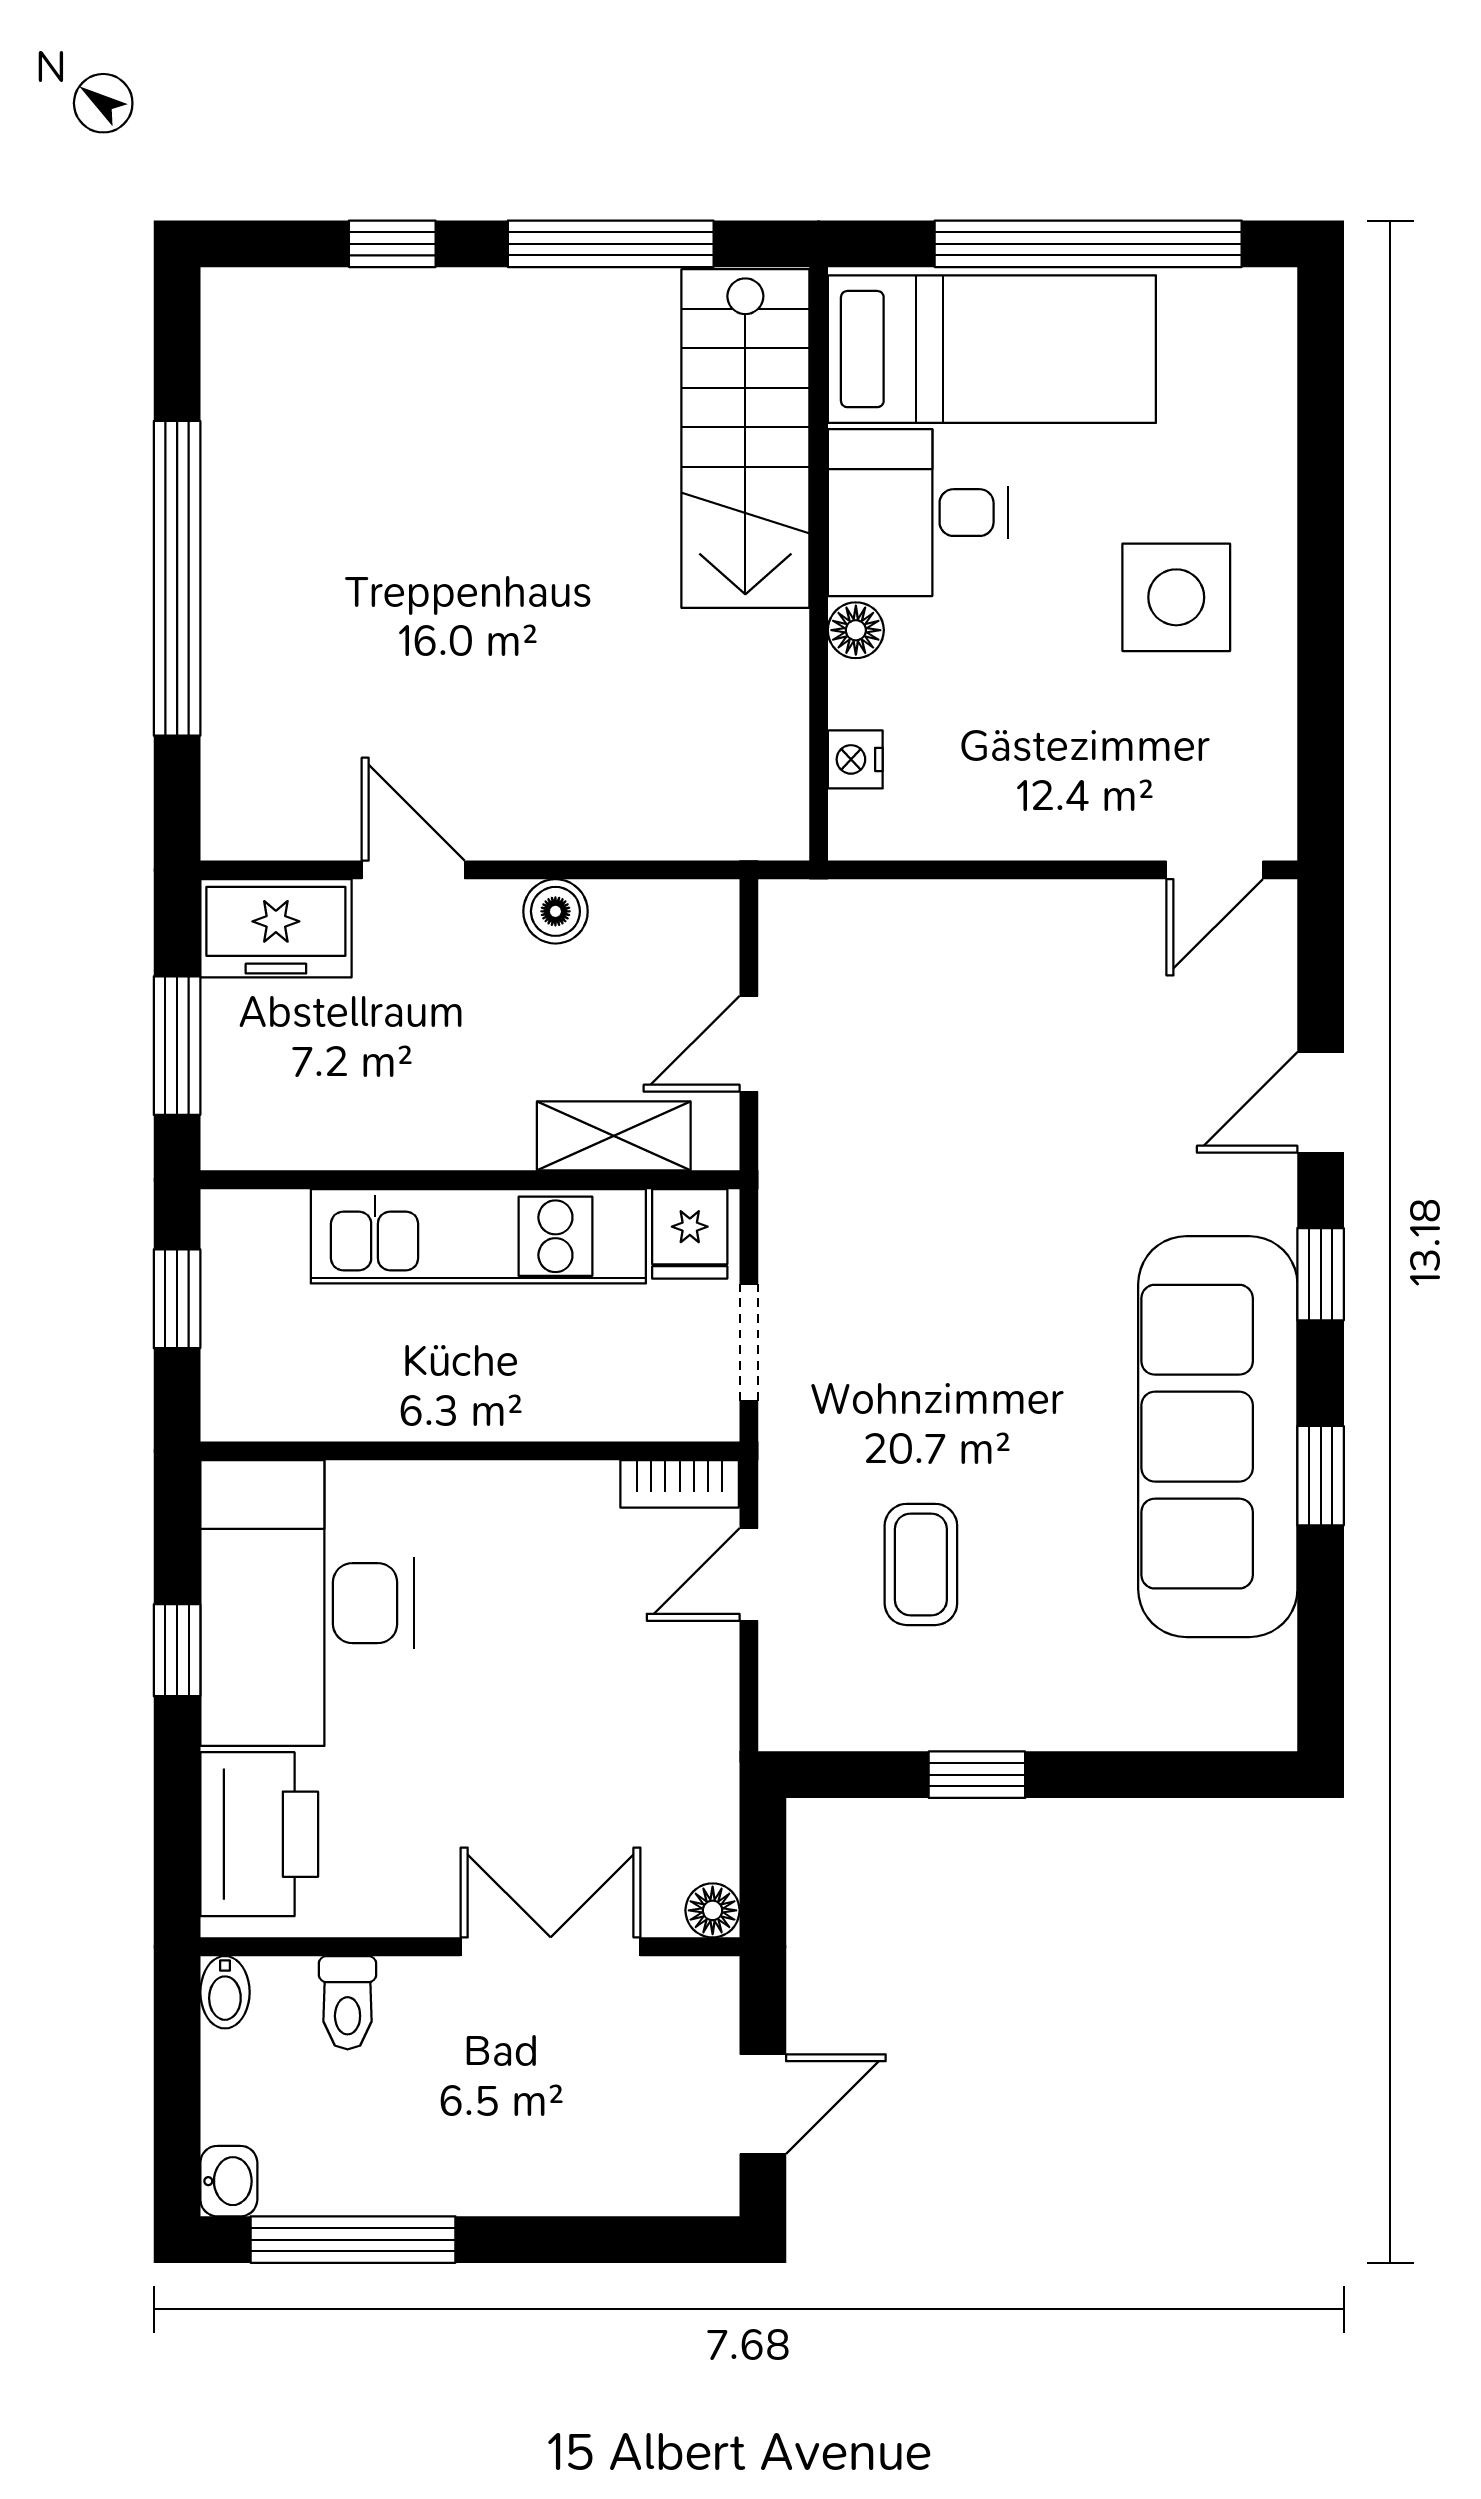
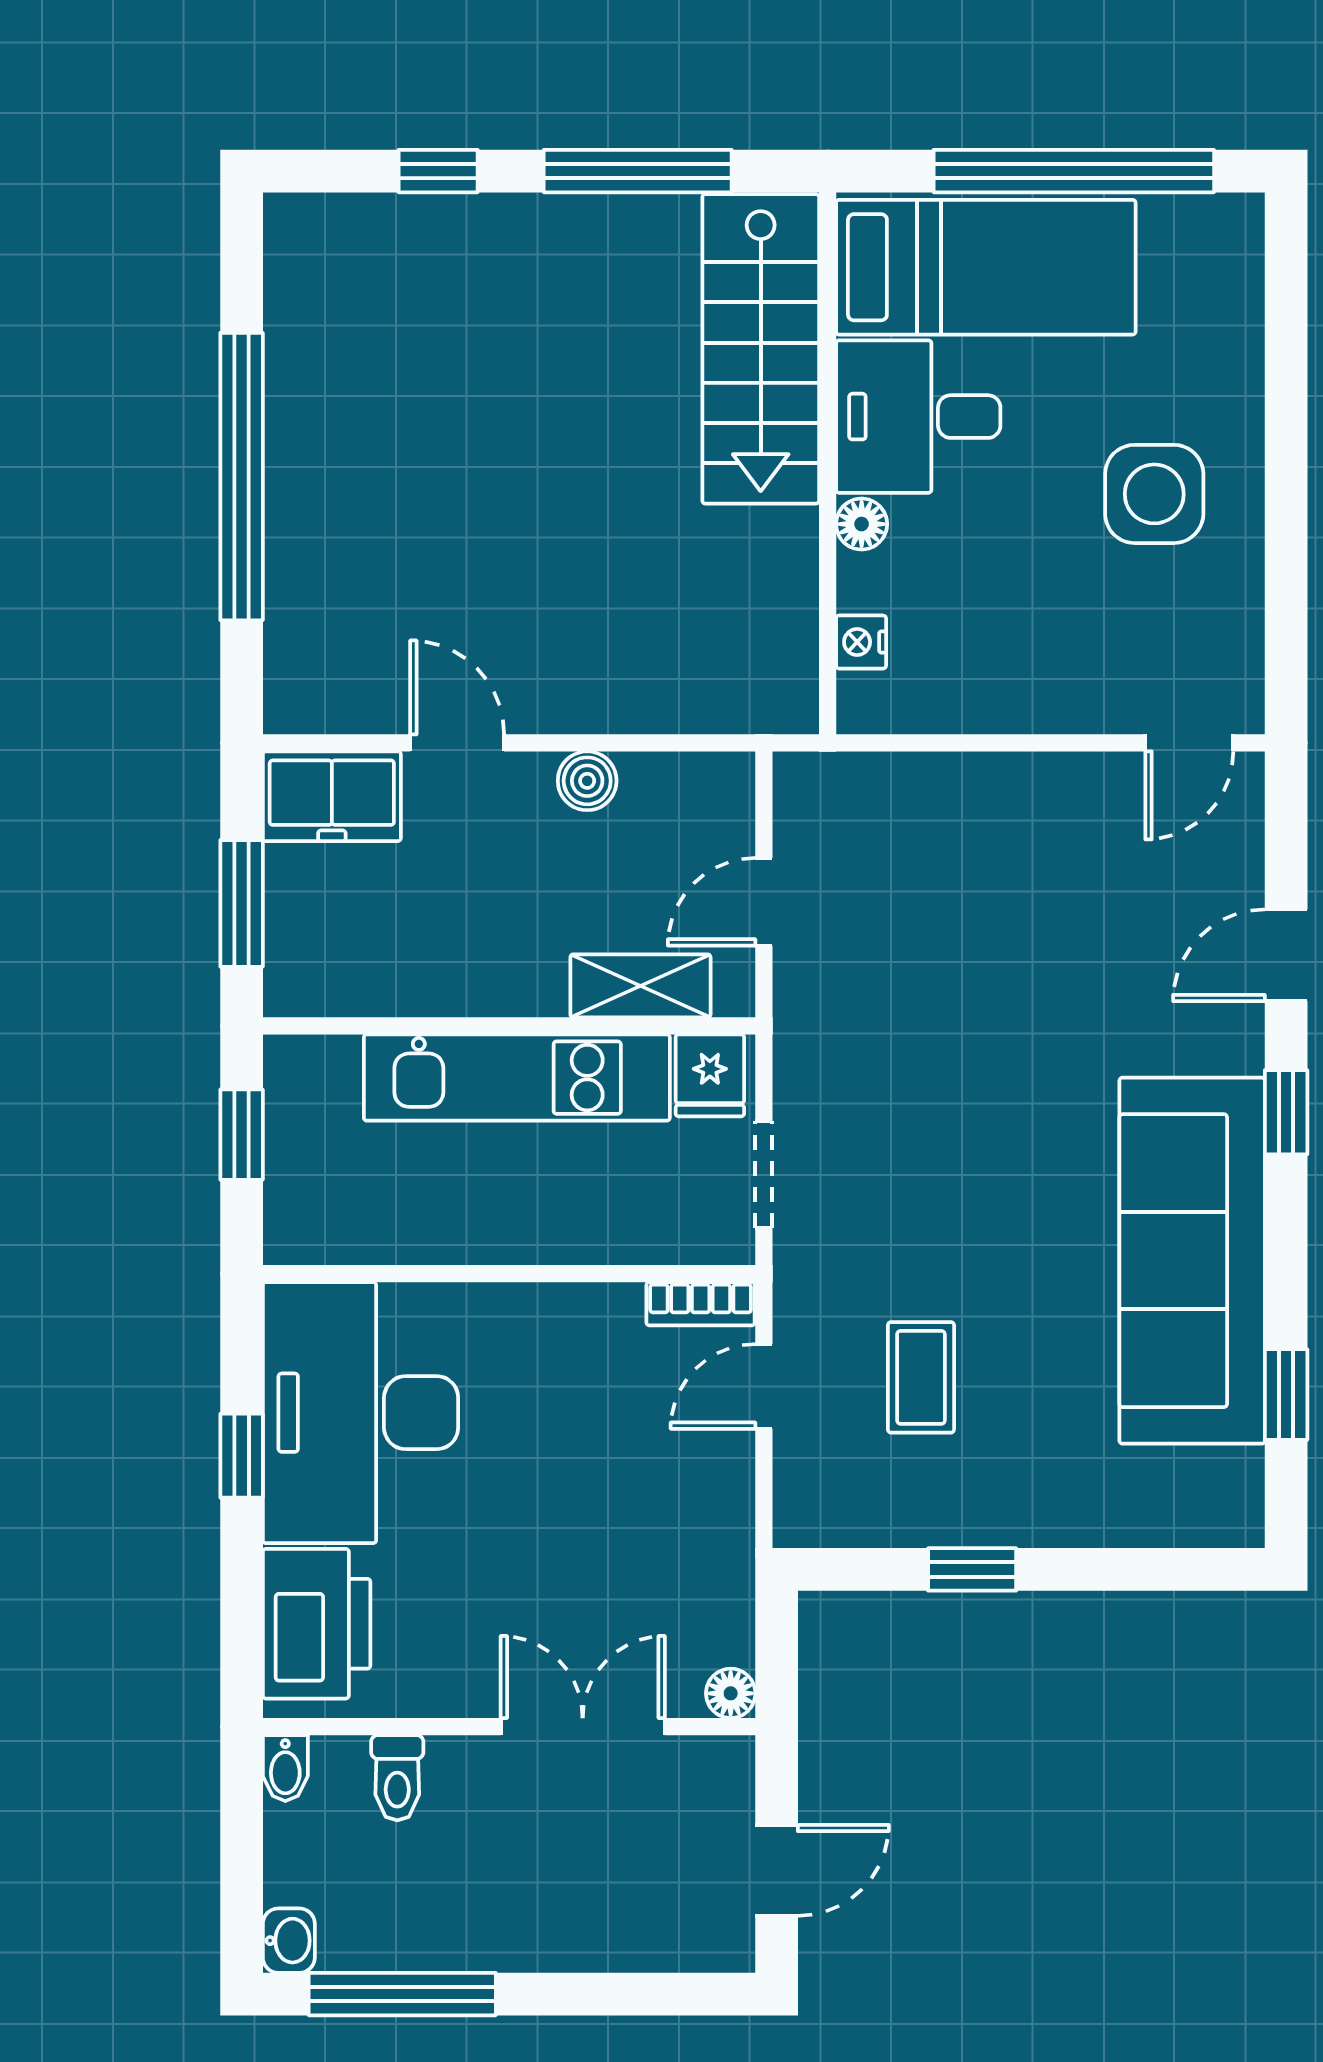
window: (1321, 1476) -> (1286, 1394), moved

